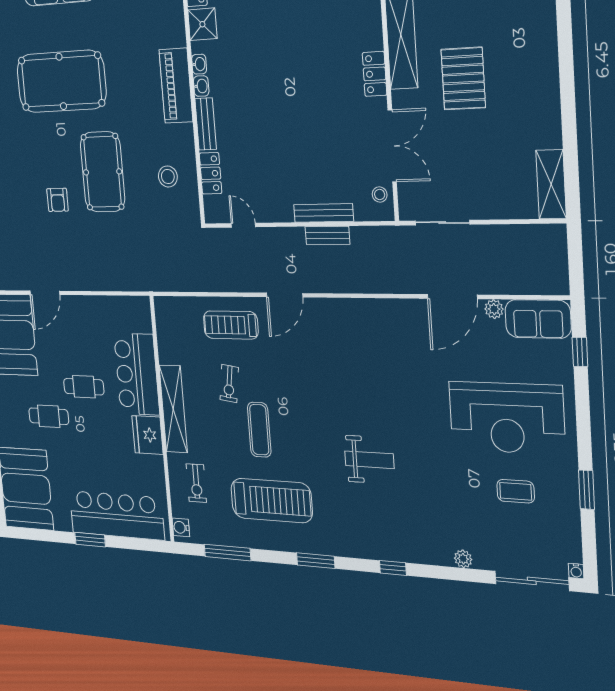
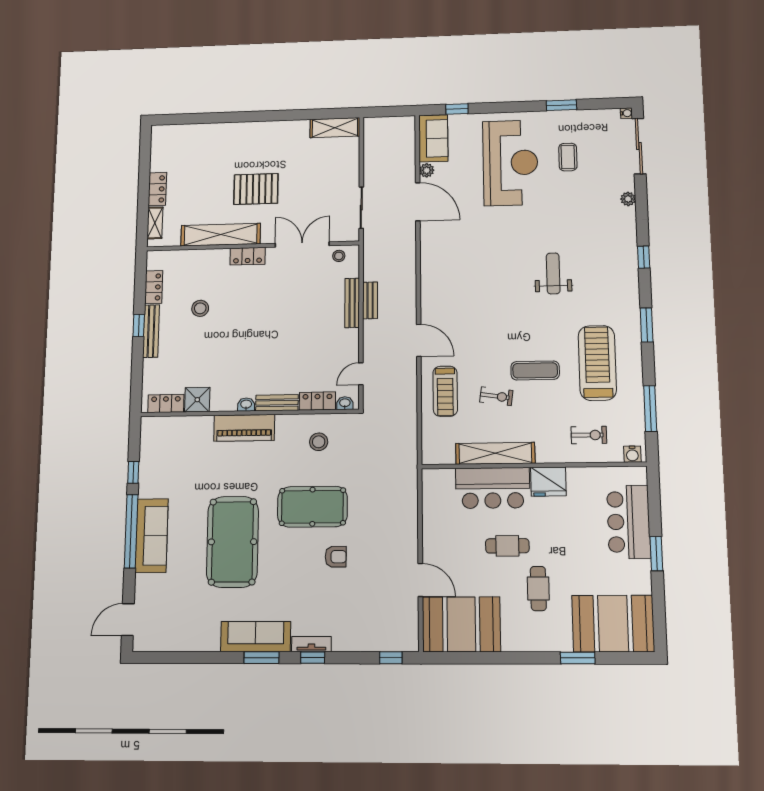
stool: (307, 16) -> (200, 308), added
washbasin: (199, 64) -> (345, 403), moved
cafe table: (84, 387) -> (507, 546), turned 90
shelving: (173, 409) -> (495, 453), moved
bar counter: (116, 515) -> (629, 522), width x0.73

